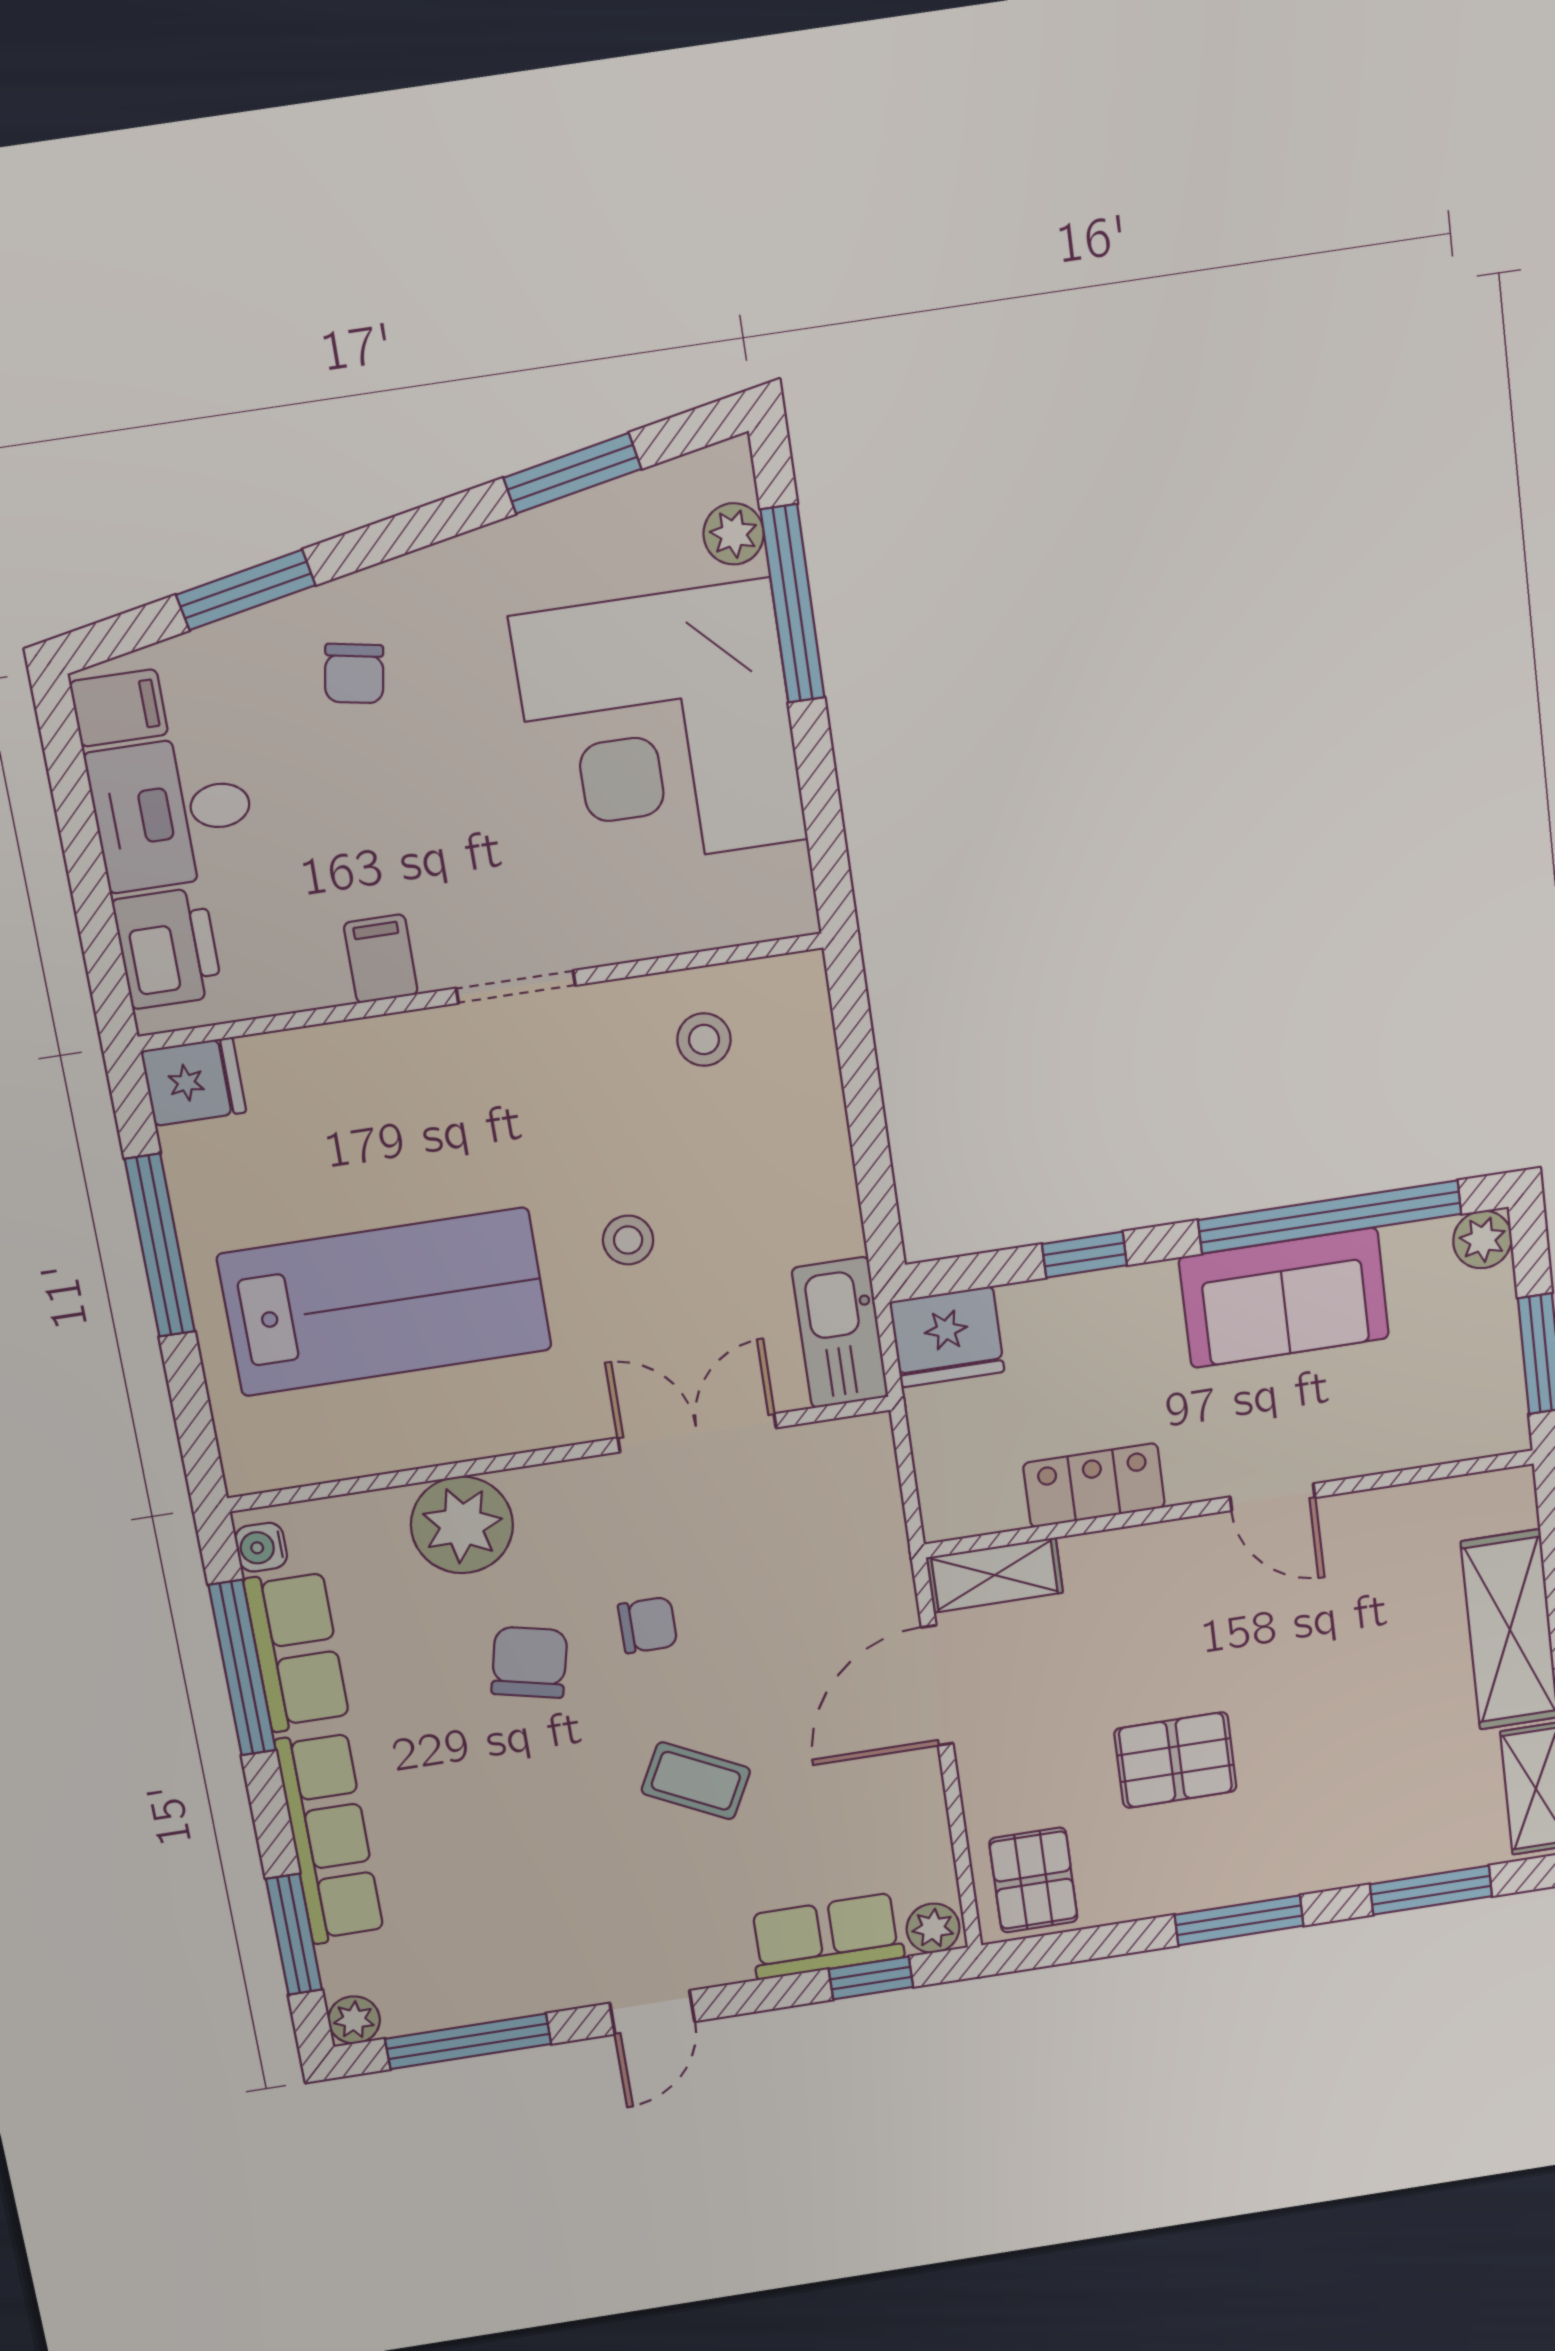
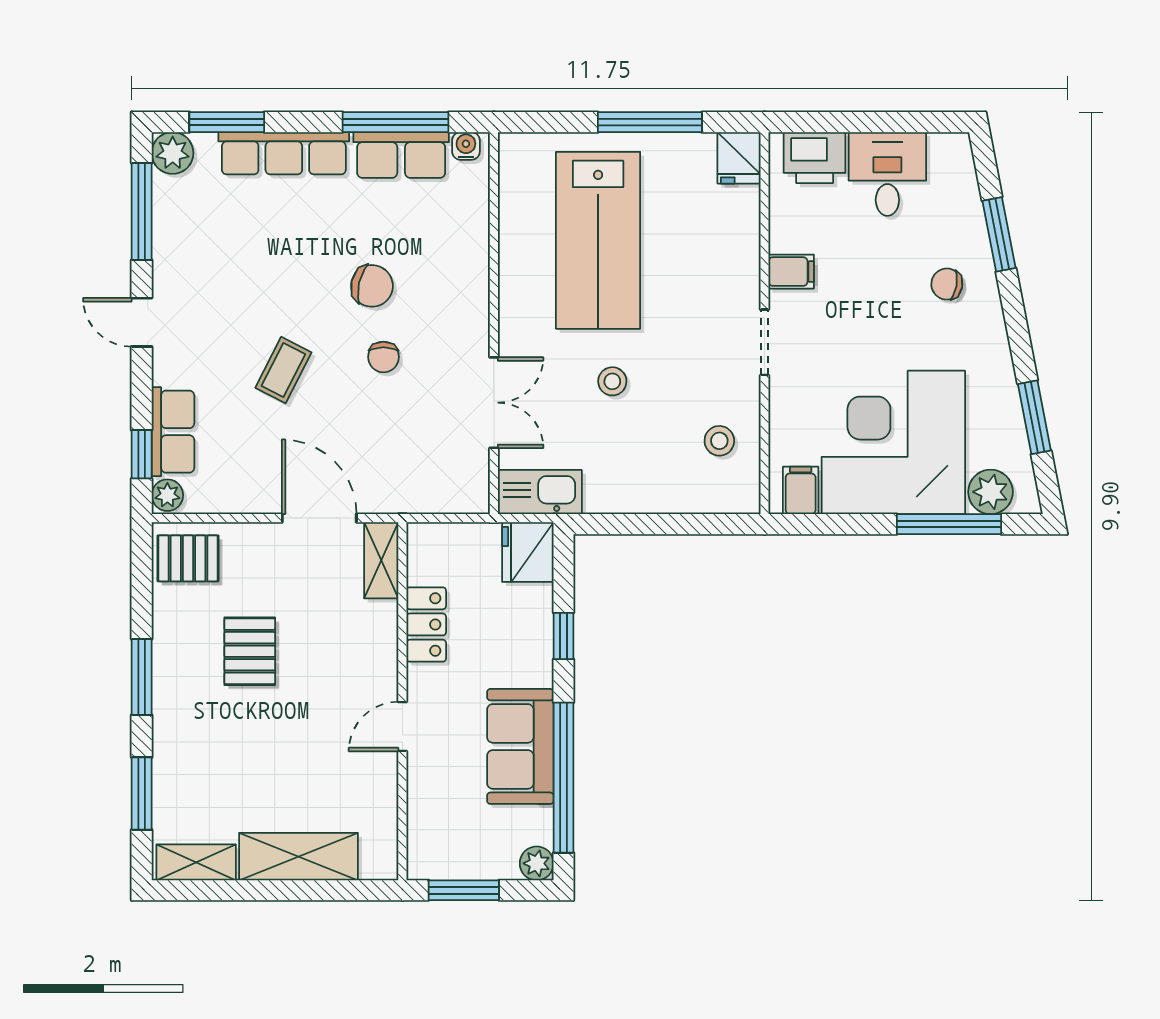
plant: (734, 534) -> (991, 492), width x1.38, depth x1.38
filing cabinet: (119, 708) -> (801, 490), moved, turned 180
plant: (462, 1525) -> (461, 261), removed
plant: (354, 2020) -> (173, 153), width x1.38, depth x1.38

